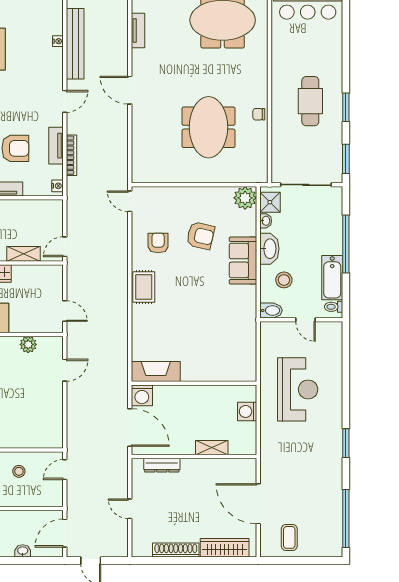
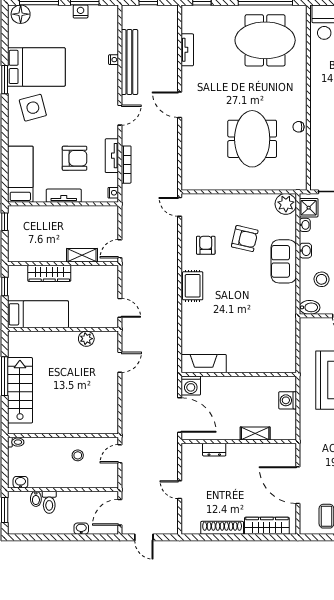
washbasin: (269, 249) -> (305, 251), width x0.52, depth x0.69
dresser: (162, 465) -> (214, 450), width x0.70

